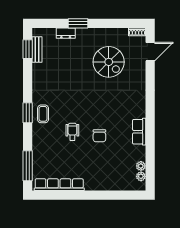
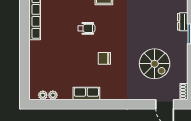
spiral stairs: (109, 62) -> (155, 64), turned -90
chair: (99, 136) -> (104, 58), moved

